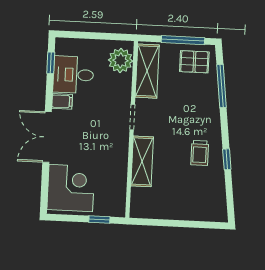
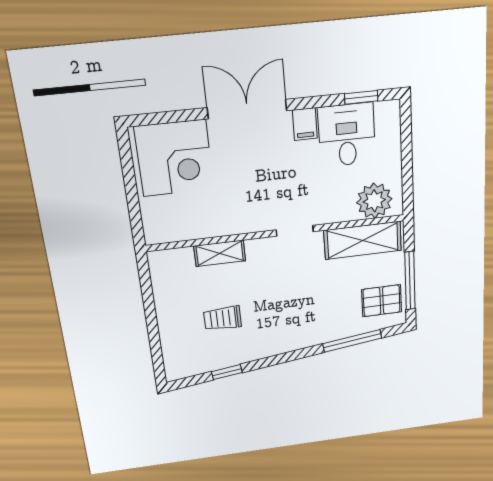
pallet: (194, 62) -> (382, 301), turned 90
trolley: (200, 153) -> (222, 318), moved
window: (227, 159) -> (227, 372), moved
shelving: (142, 161) -> (220, 253), width x0.67, depth x0.75
window: (99, 220) -> (134, 209), removed

